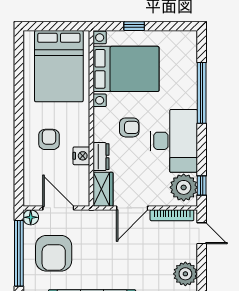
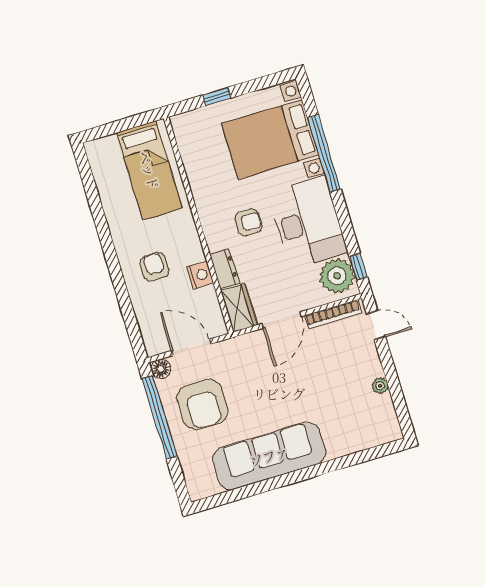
bed: (59, 66) -> (149, 170), width x0.67
bed with nightstands: (126, 69) -> (270, 139), moved, turned 180
plant: (185, 274) -> (380, 386), width x0.53, depth x0.53

